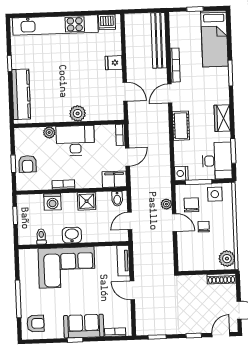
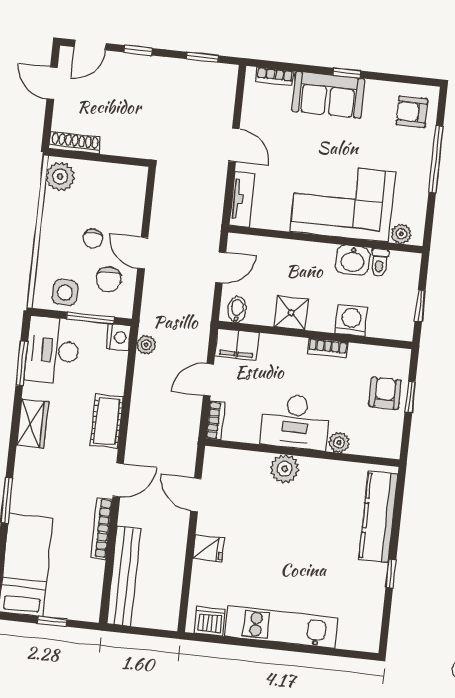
kitchen unit: (55, 25) -> (281, 627), width x0.73
plant: (166, 204) -> (146, 345), moved
washbasin: (72, 235) -> (353, 260), moved
plant: (32, 254) -> (401, 234), added

